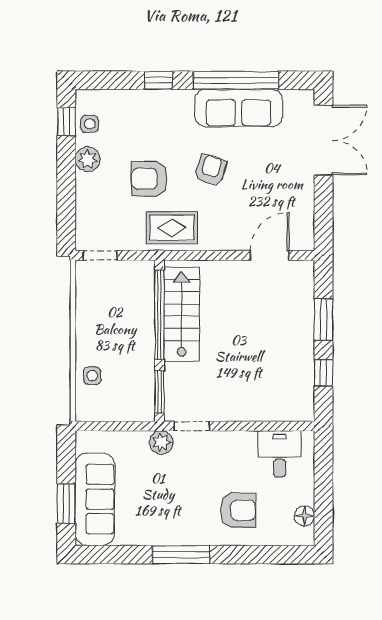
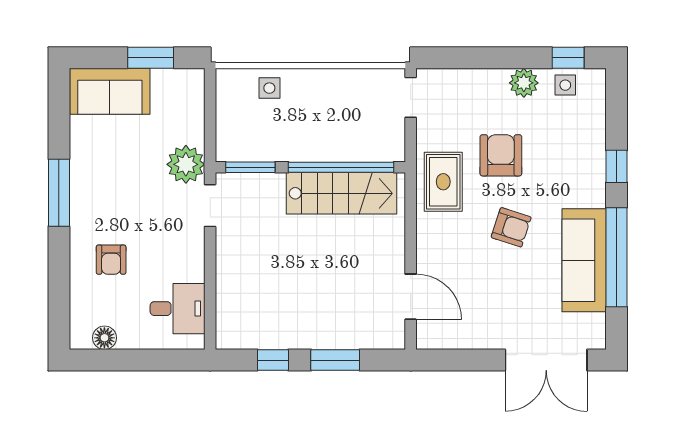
plant: (161, 442) -> (186, 164), width x1.36, depth x1.36
sofa: (95, 499) -> (110, 91), width x0.73
window: (66, 503) -> (151, 58), moved
armchair: (238, 510) -> (111, 260), width x0.72, depth x0.72

